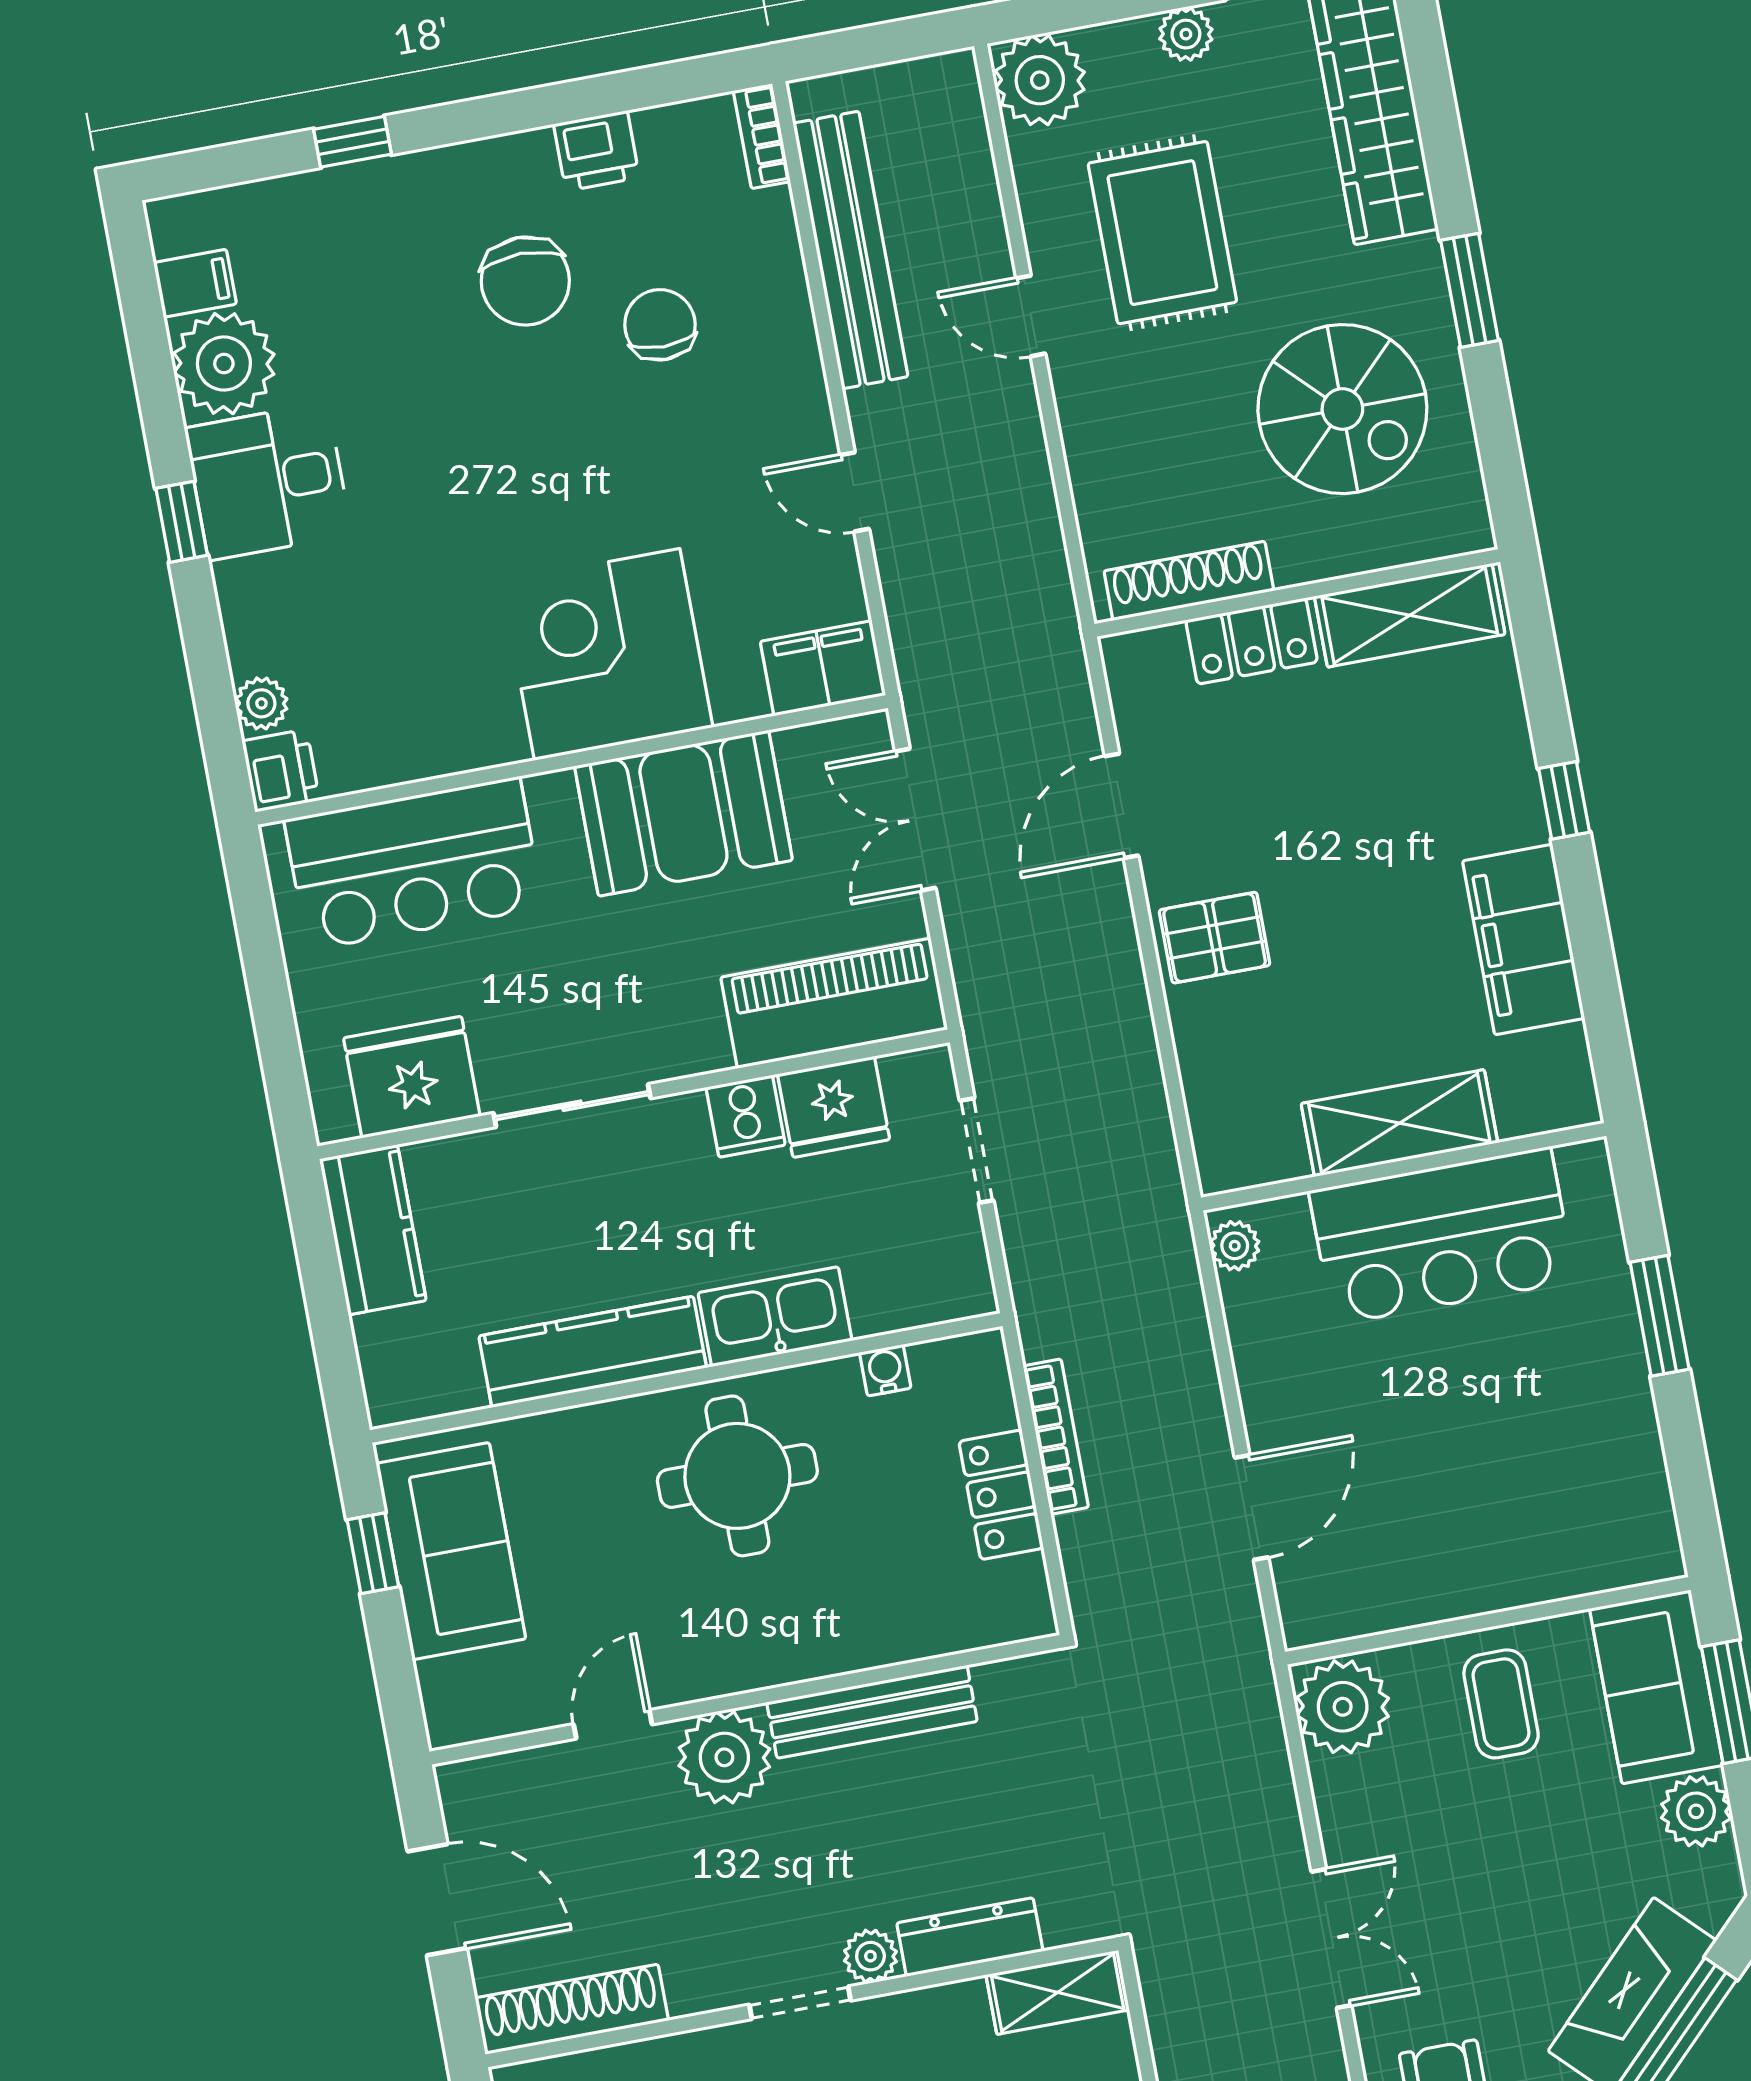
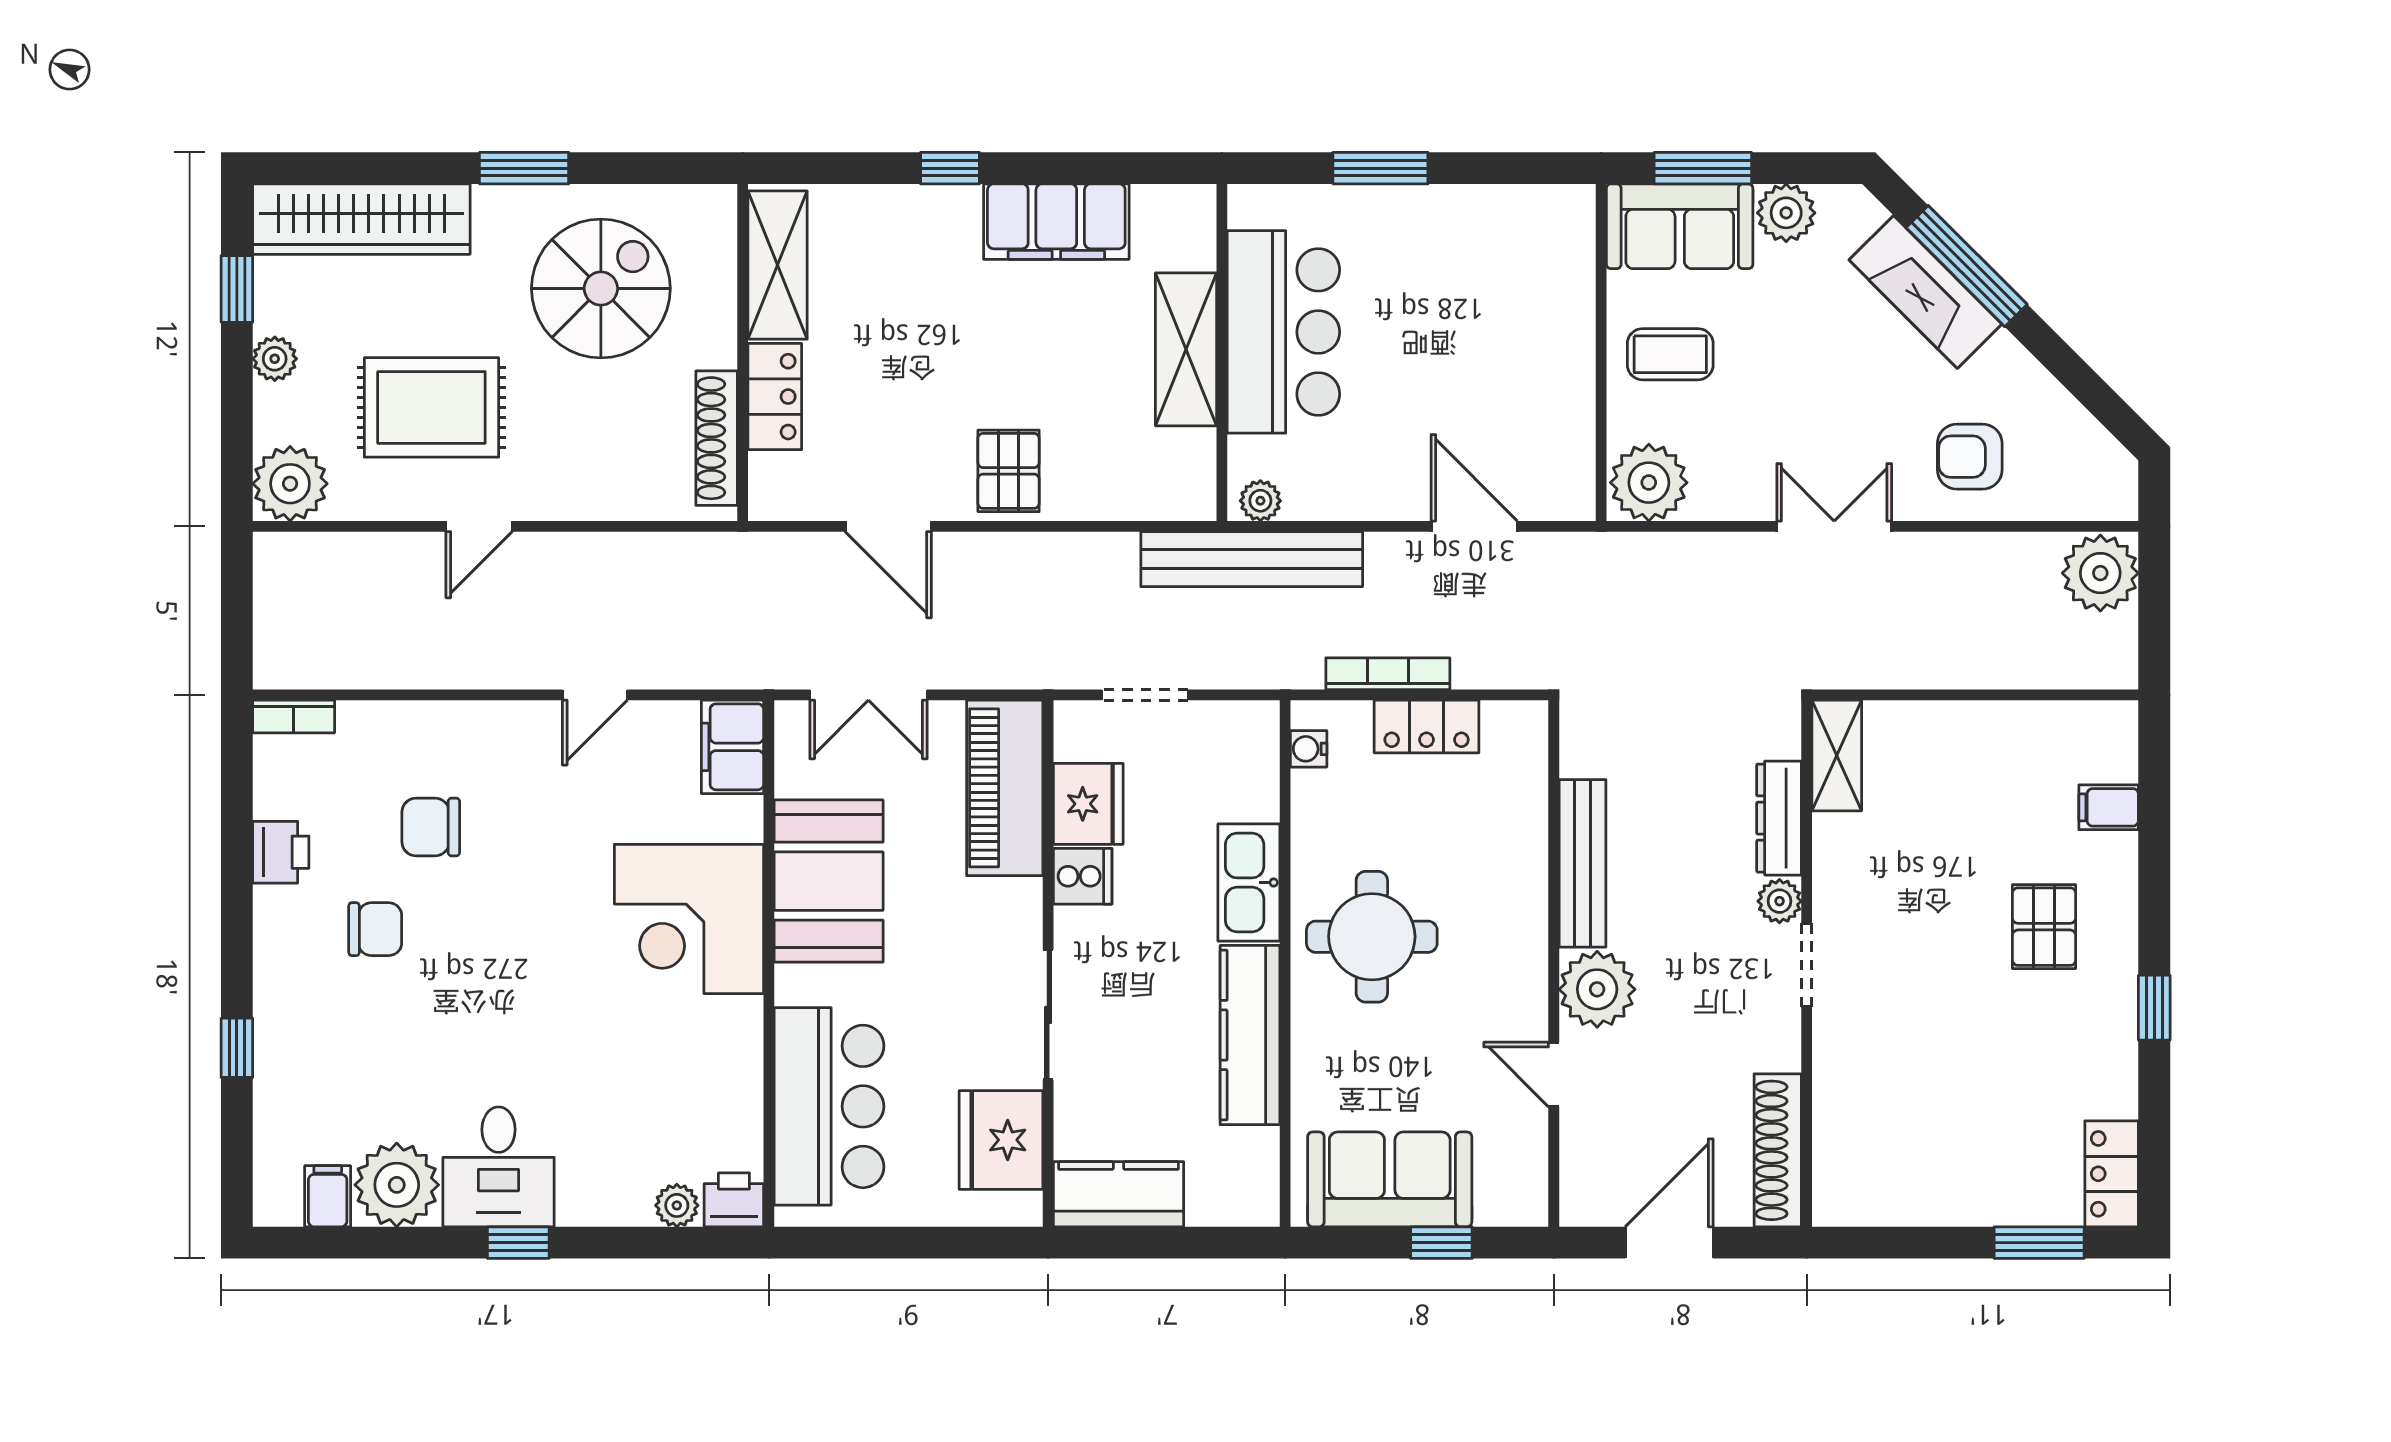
bench: (850, 250) -> (1252, 559), moved
chair: (525, 281) -> (375, 929), width x0.73, depth x0.73
water cooler: (885, 1370) -> (1309, 749), moved
window: (373, 1553) -> (1441, 1243), moved

